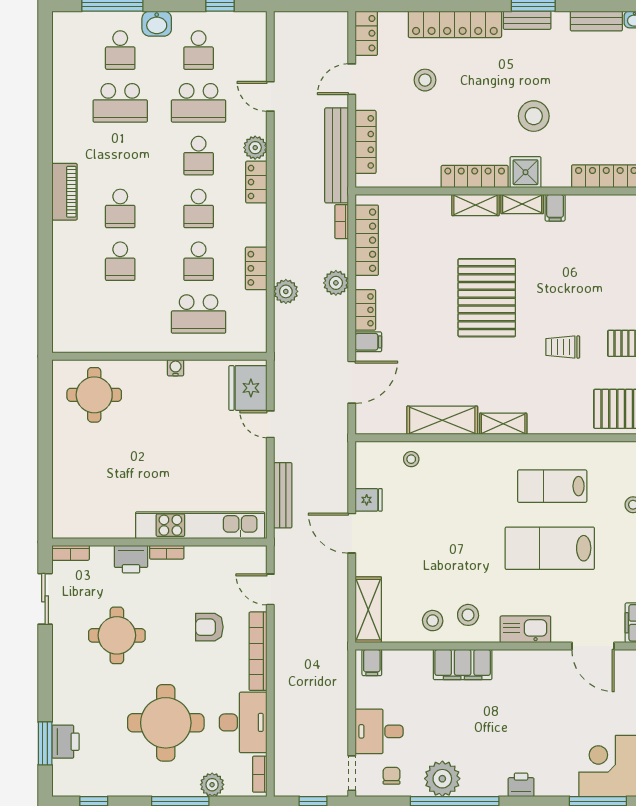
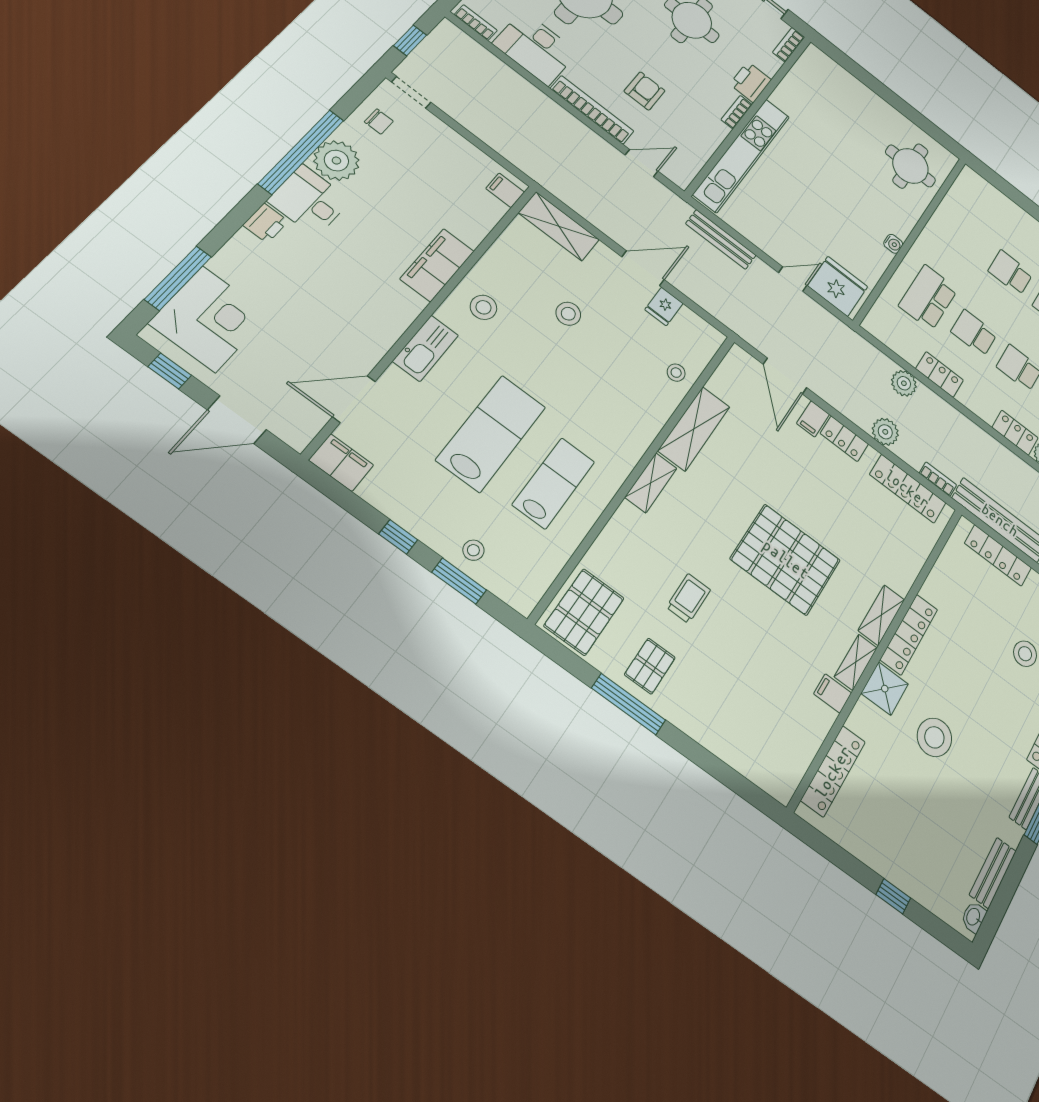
stool: (433, 621) -> (568, 314), moved
desk: (379, 731) -> (309, 201), moved, turned -90

